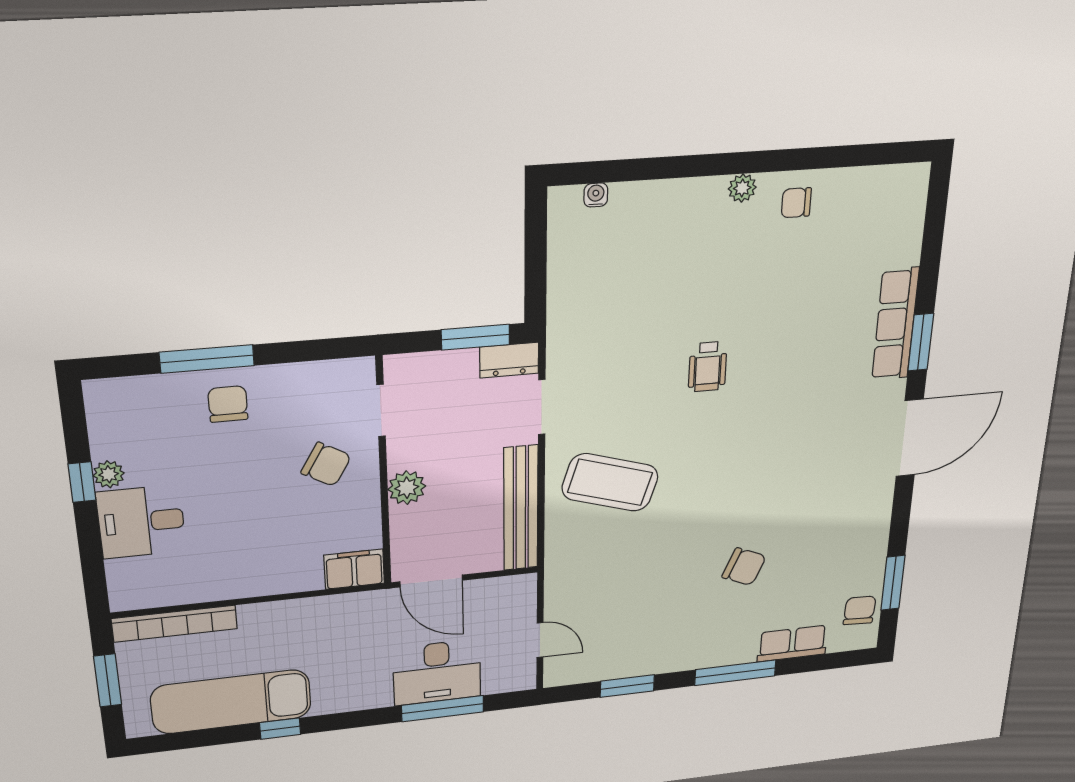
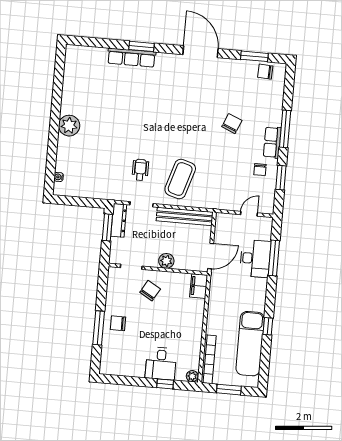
plant: (742, 188) -> (69, 126), width x1.87, depth x1.87
chair: (796, 203) -> (260, 170), moved
dresser: (509, 360) -> (119, 220), width x1.44
wheelchair: (708, 367) -> (140, 170), moved, turned -90
door: (910, 438) -> (201, 52), moved
plant: (109, 474) -> (192, 376), moved
window: (82, 482) -> (165, 384), moved
row of seats: (792, 643) -> (272, 142), moved

